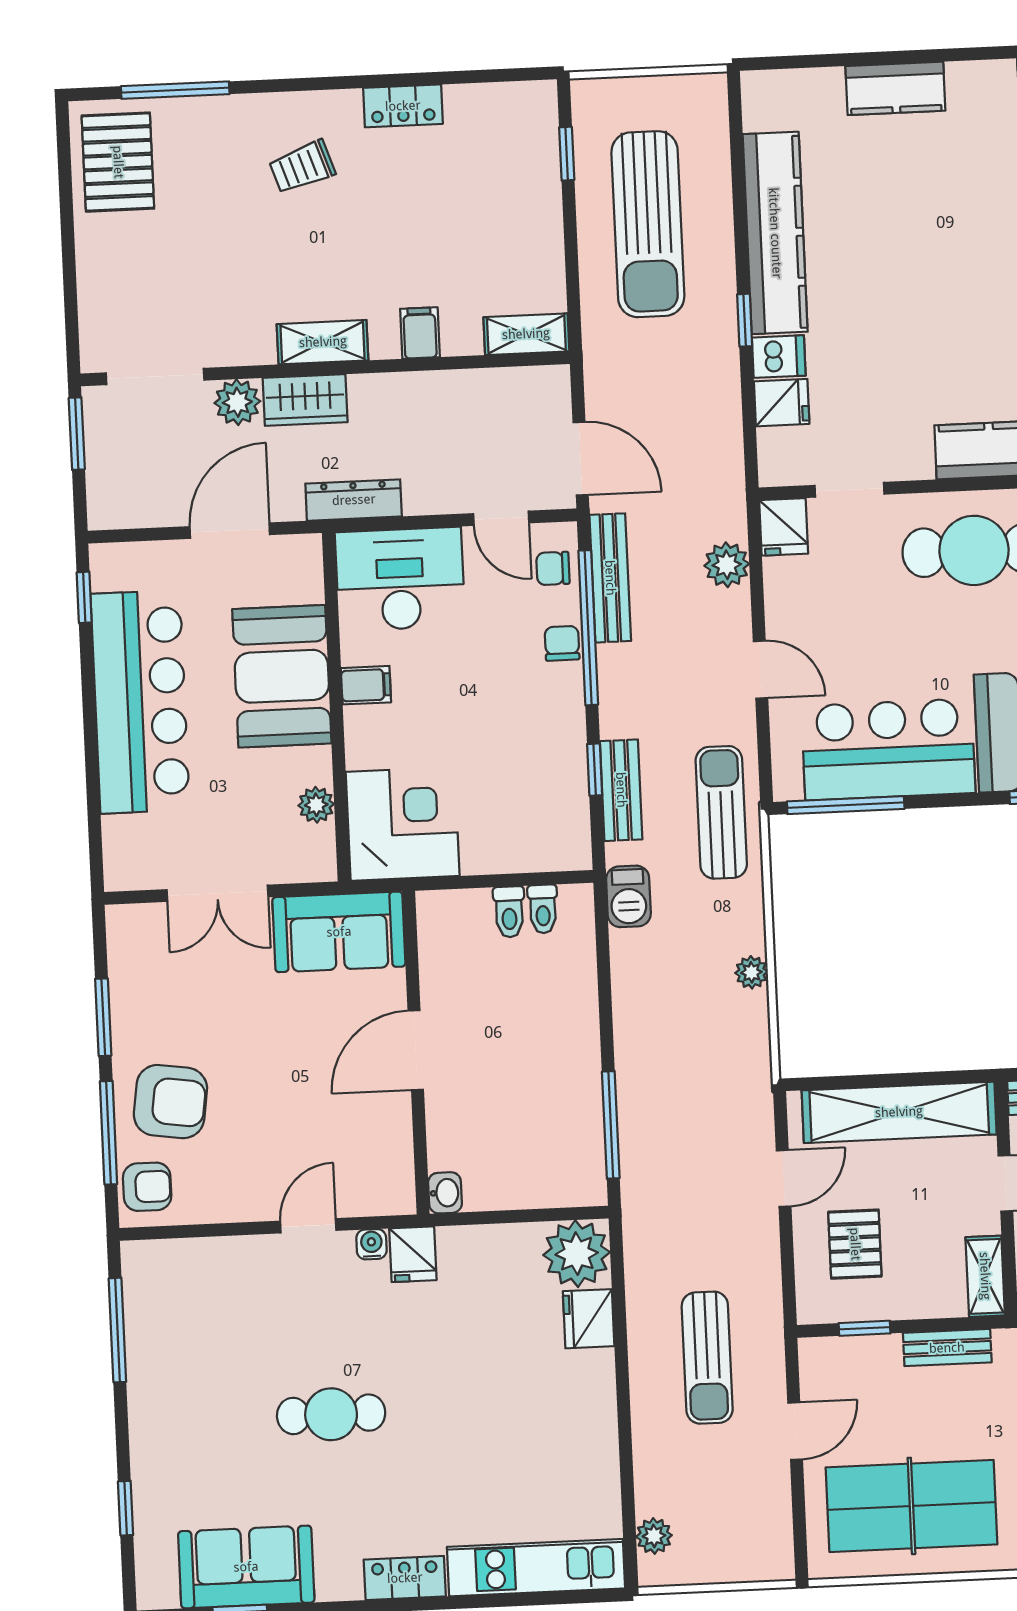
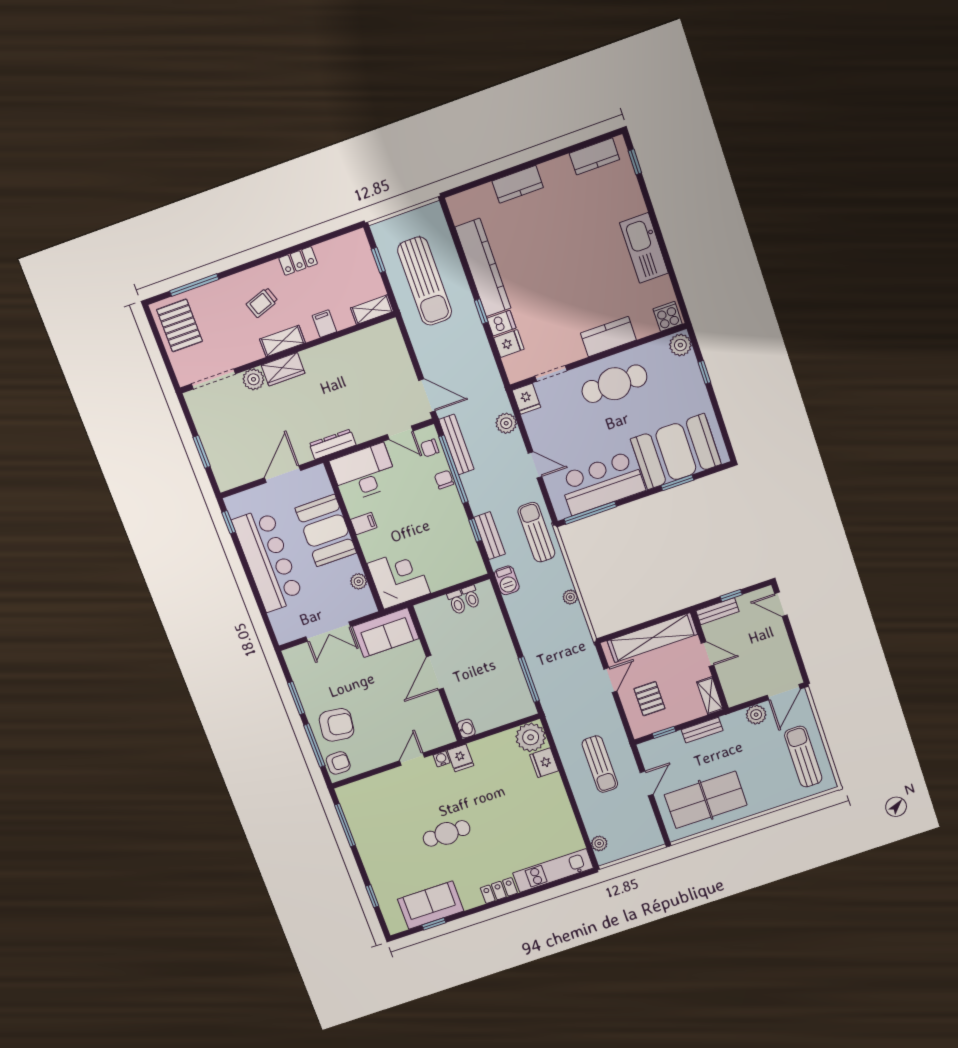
filing cabinet: (420, 333) -> (324, 324), moved
shelving: (526, 334) -> (372, 310), moved
shelving: (323, 342) -> (282, 341), moved
wall: (325, 369) -> (287, 353), moved
doorway: (155, 376) -> (213, 379), moved
wardrobe: (305, 400) -> (283, 369), moved
plant: (237, 402) -> (253, 379), moved

